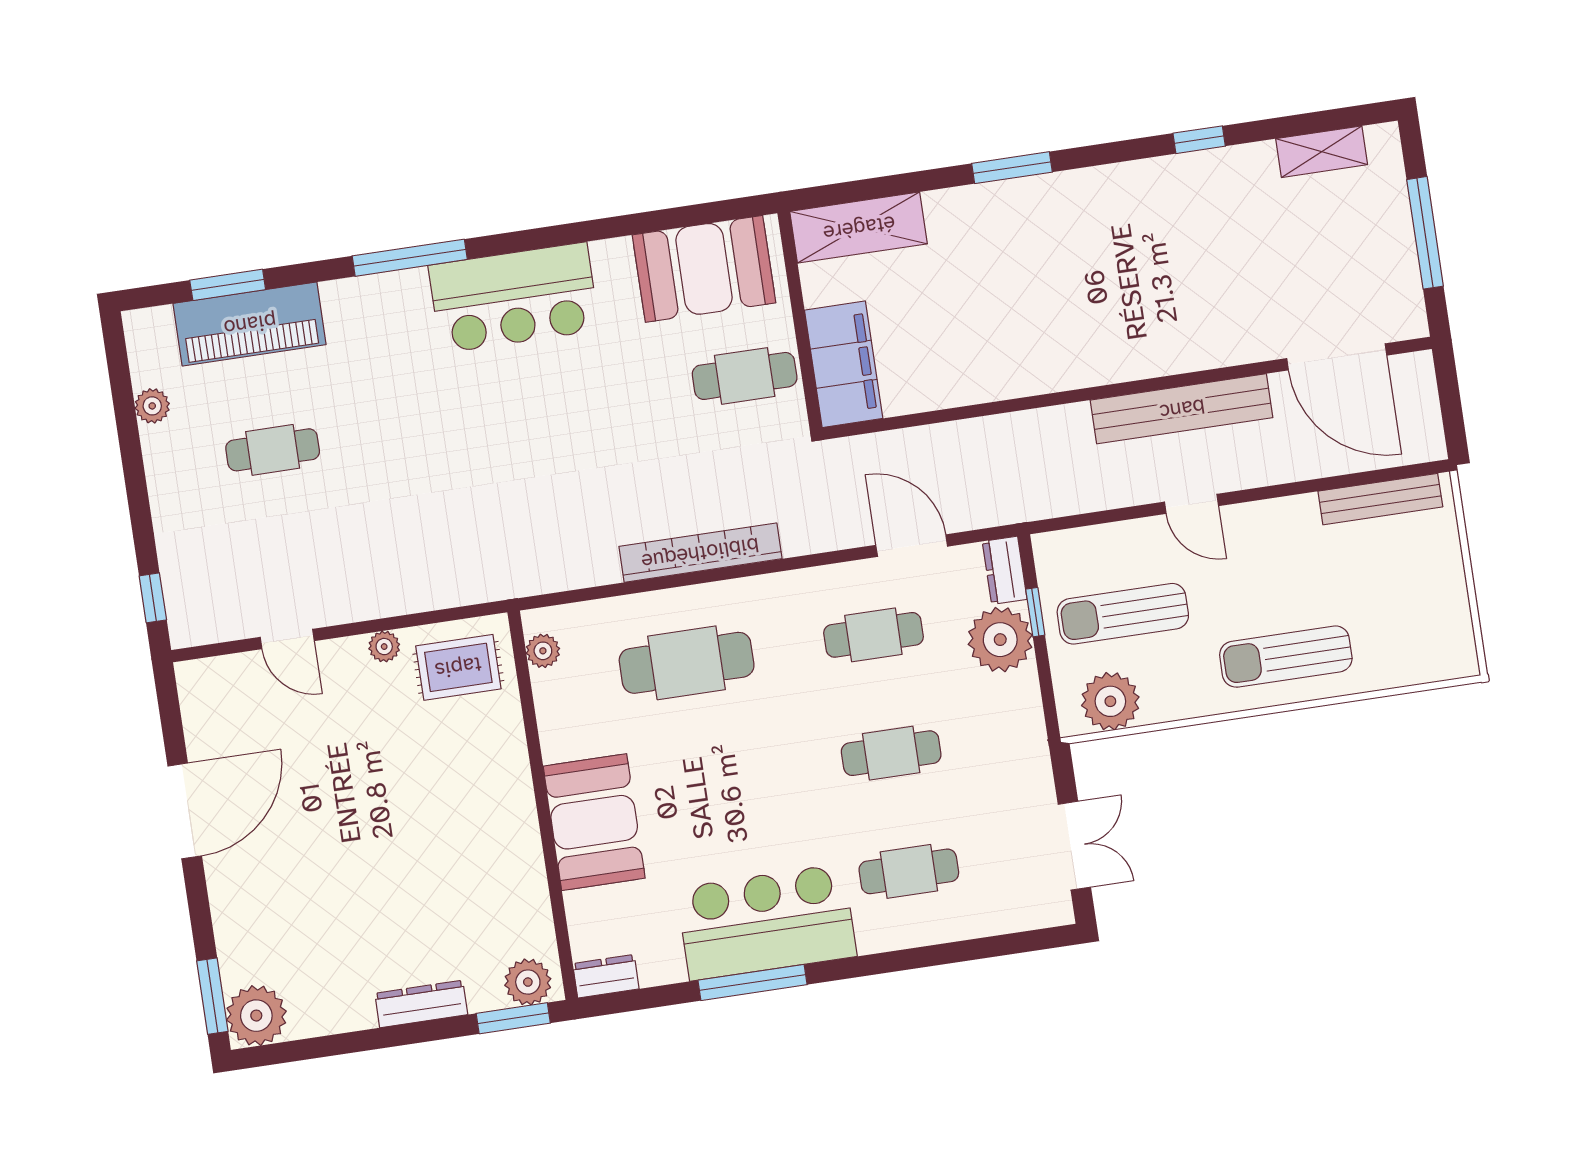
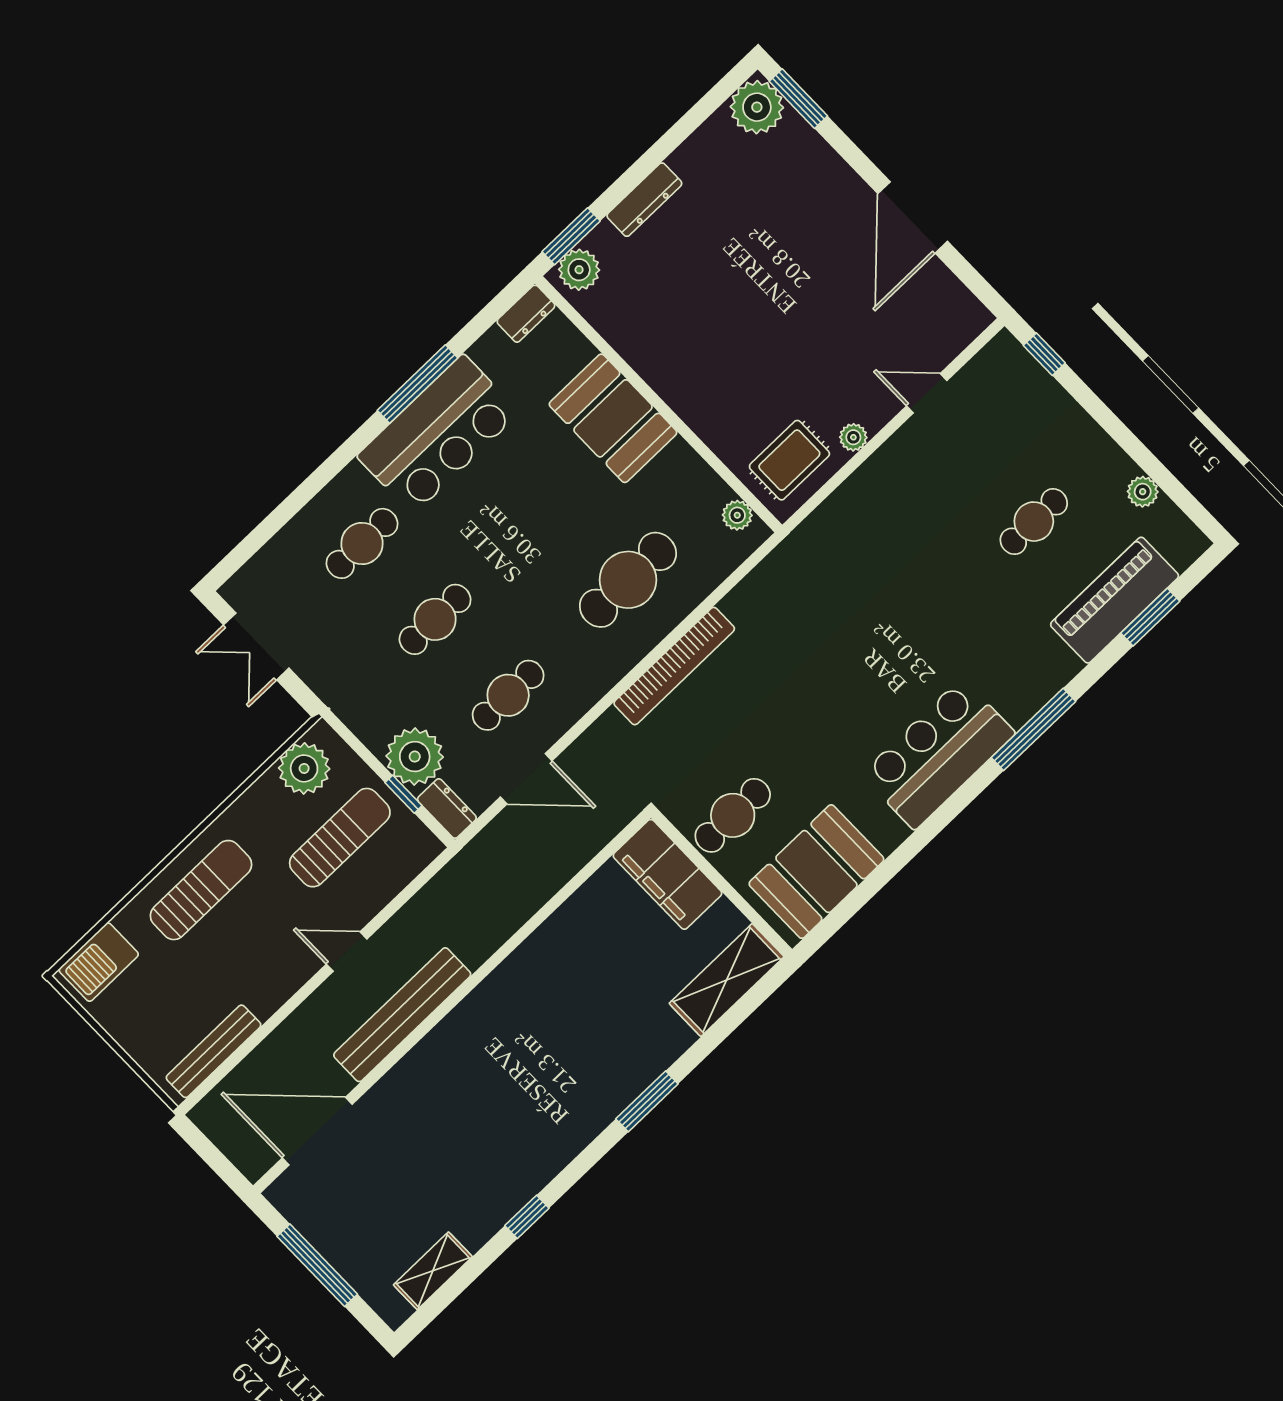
barbecue: (1428, 657) -> (99, 962), added

